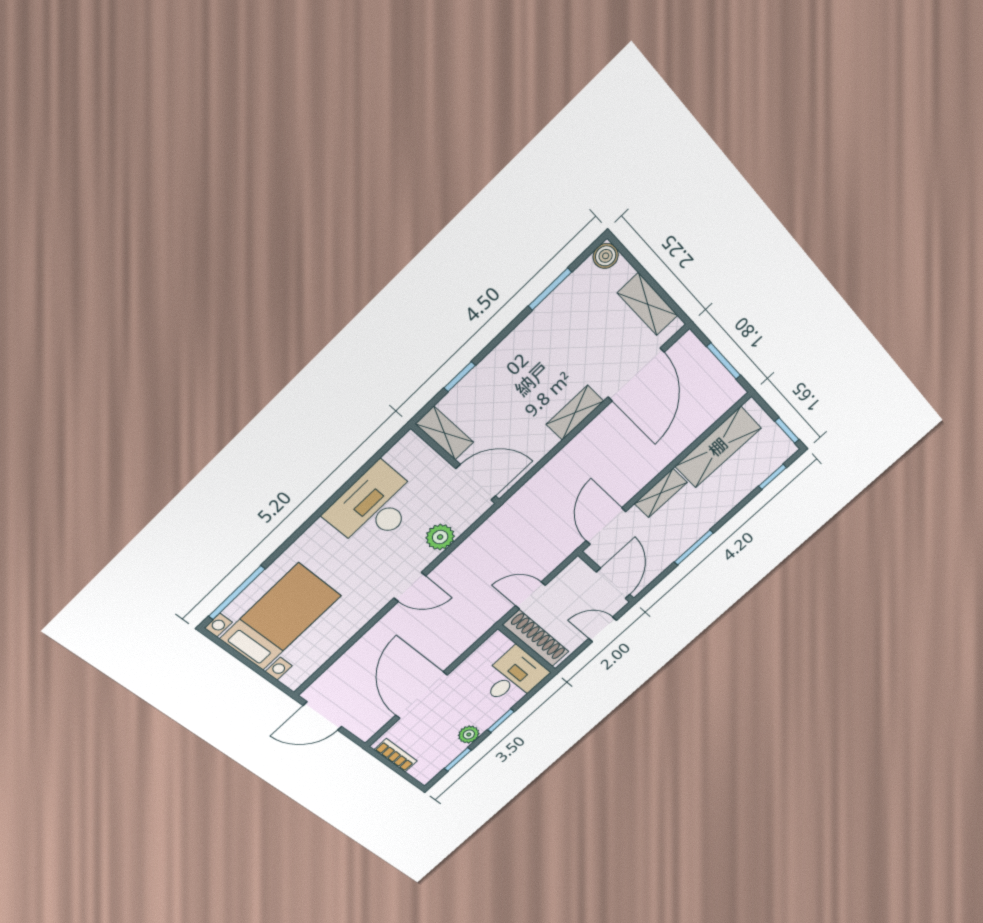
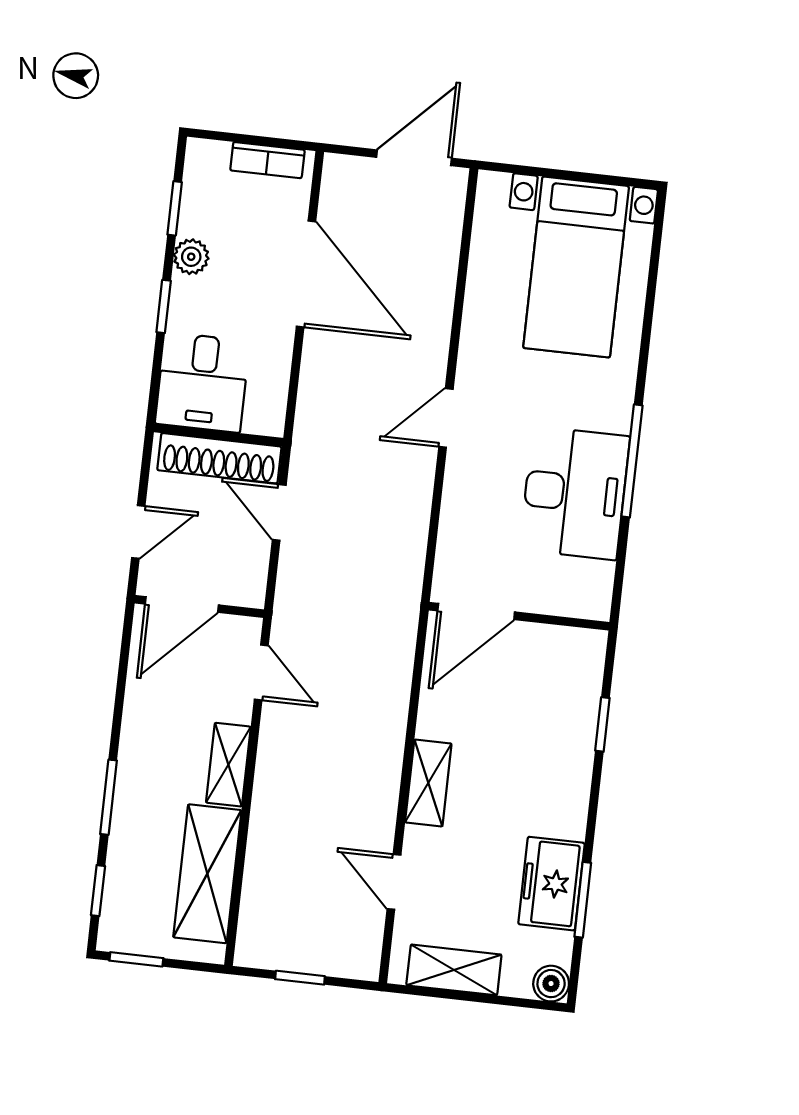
freezer: (559, 311) -> (551, 884), added
window: (724, 361) -> (300, 978), width x0.67
door: (636, 375) -> (394, 882), width x0.53
shelving: (445, 433) -> (565, 645), removed
door: (606, 526) -> (261, 673), width x0.73
plant: (440, 537) -> (462, 511), removed
window: (694, 548) -> (108, 797), moved
door: (613, 583) -> (182, 604), hinge flipped
window: (237, 593) -> (632, 461), moved
door: (530, 595) -> (279, 512), swing flipped

